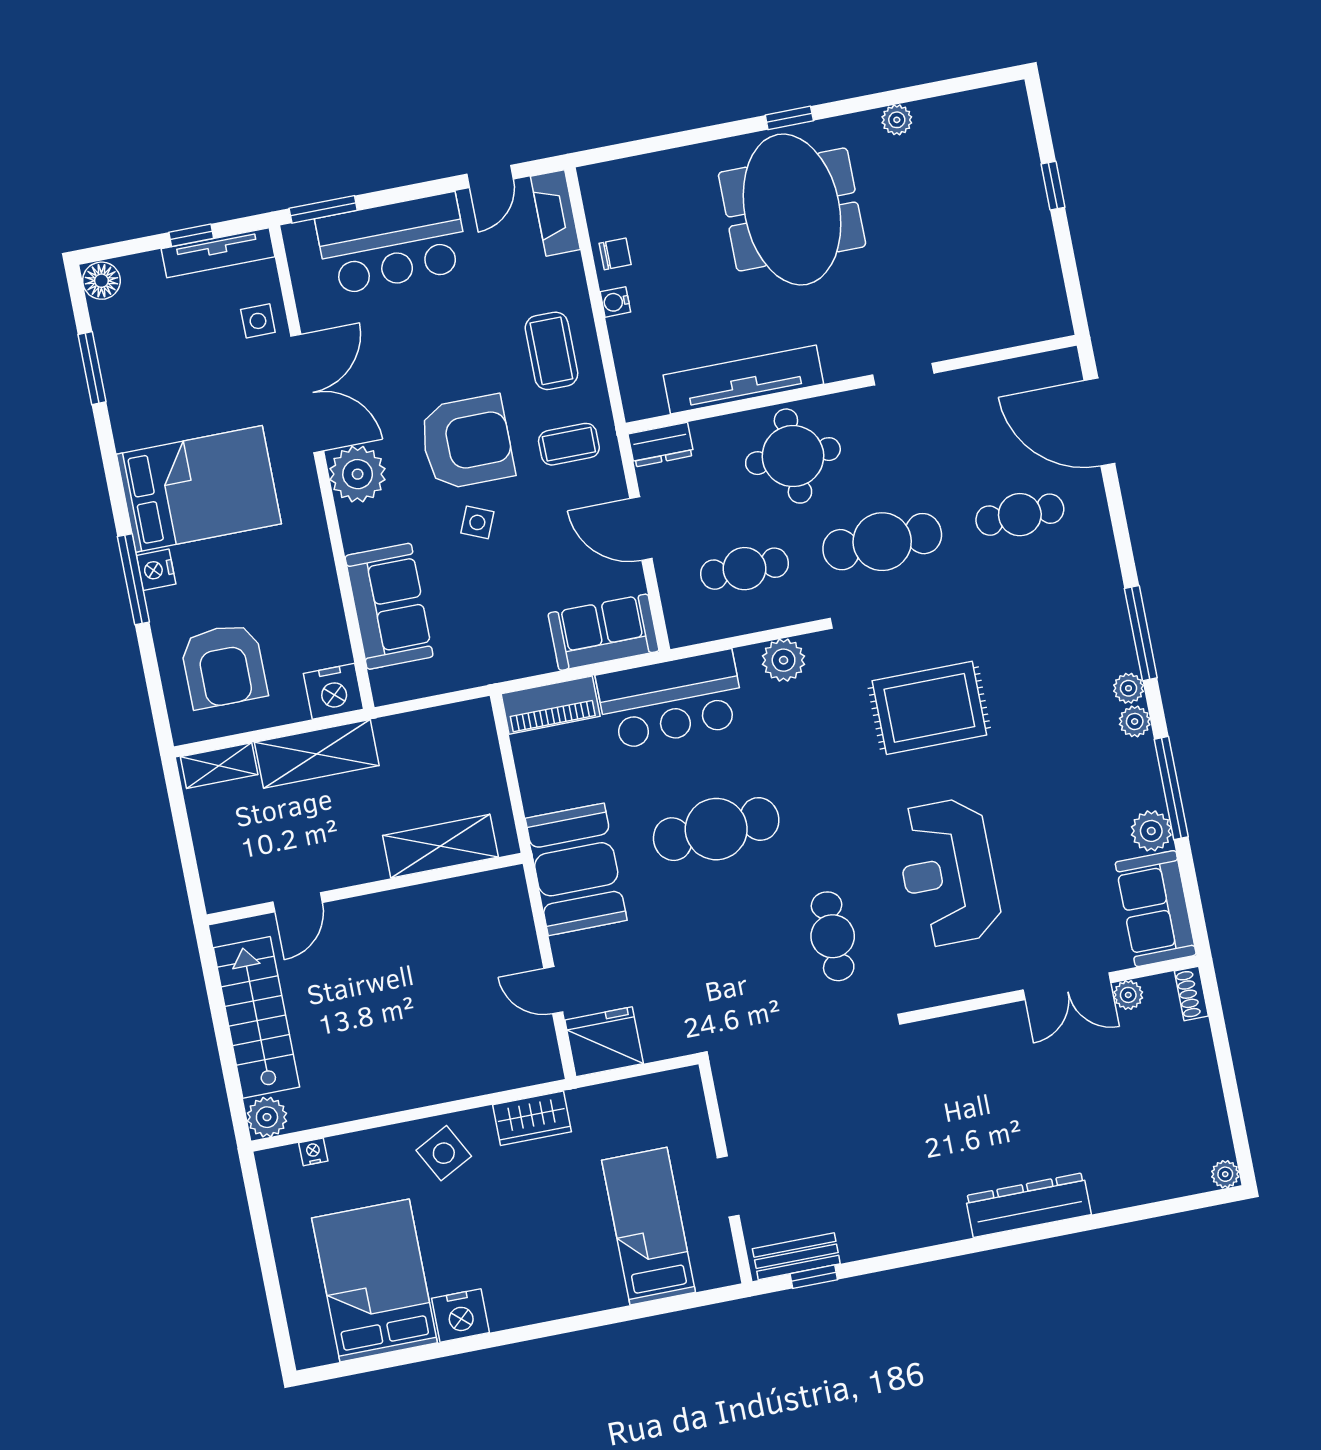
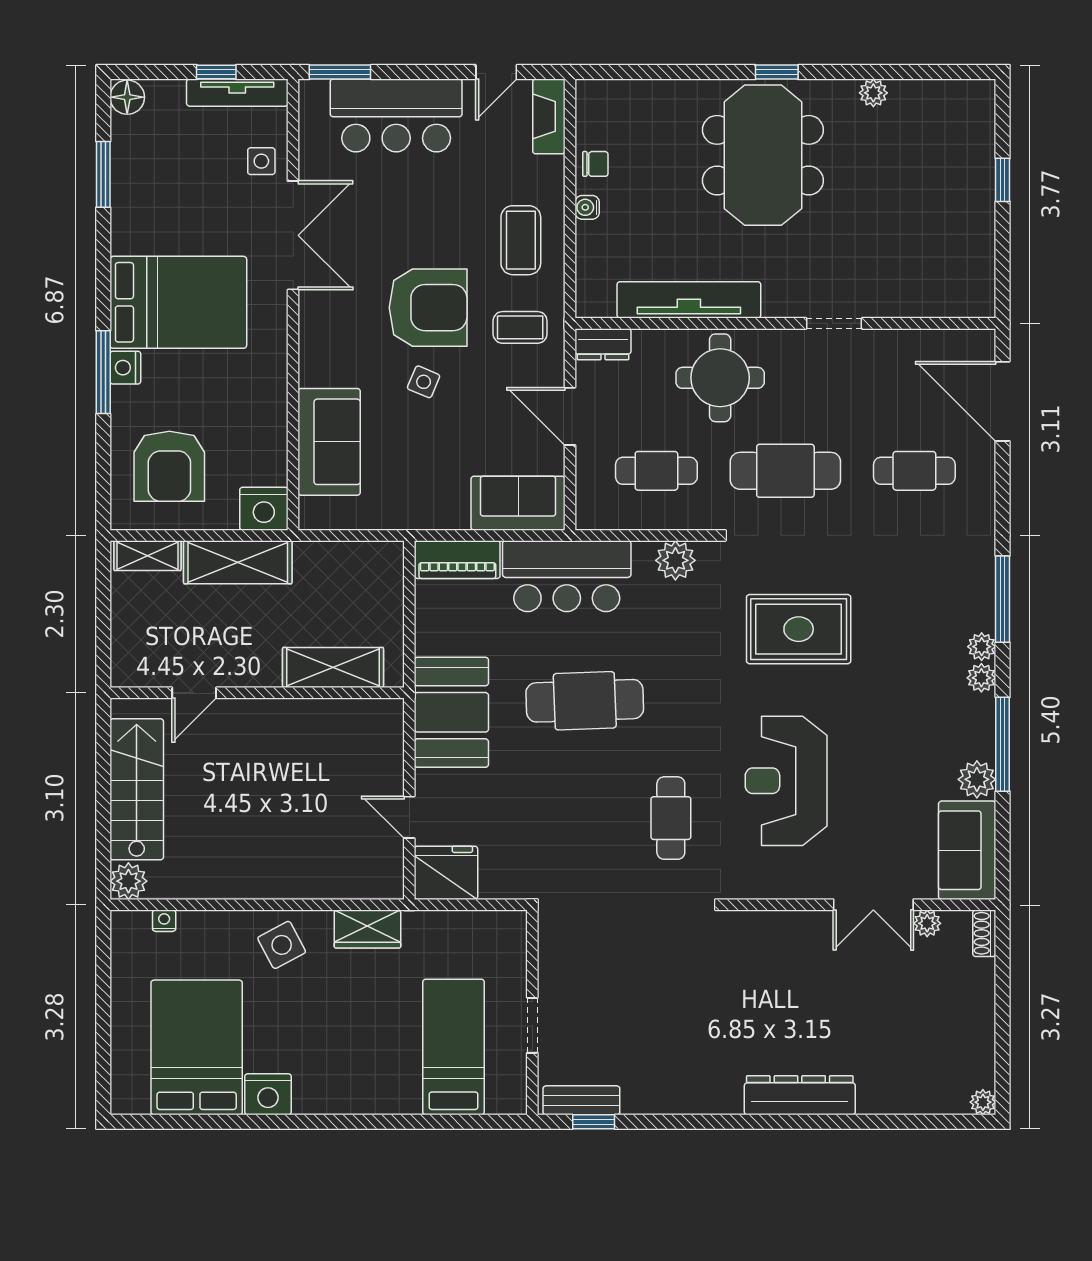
plant: (358, 474) -> (324, 317), removed

